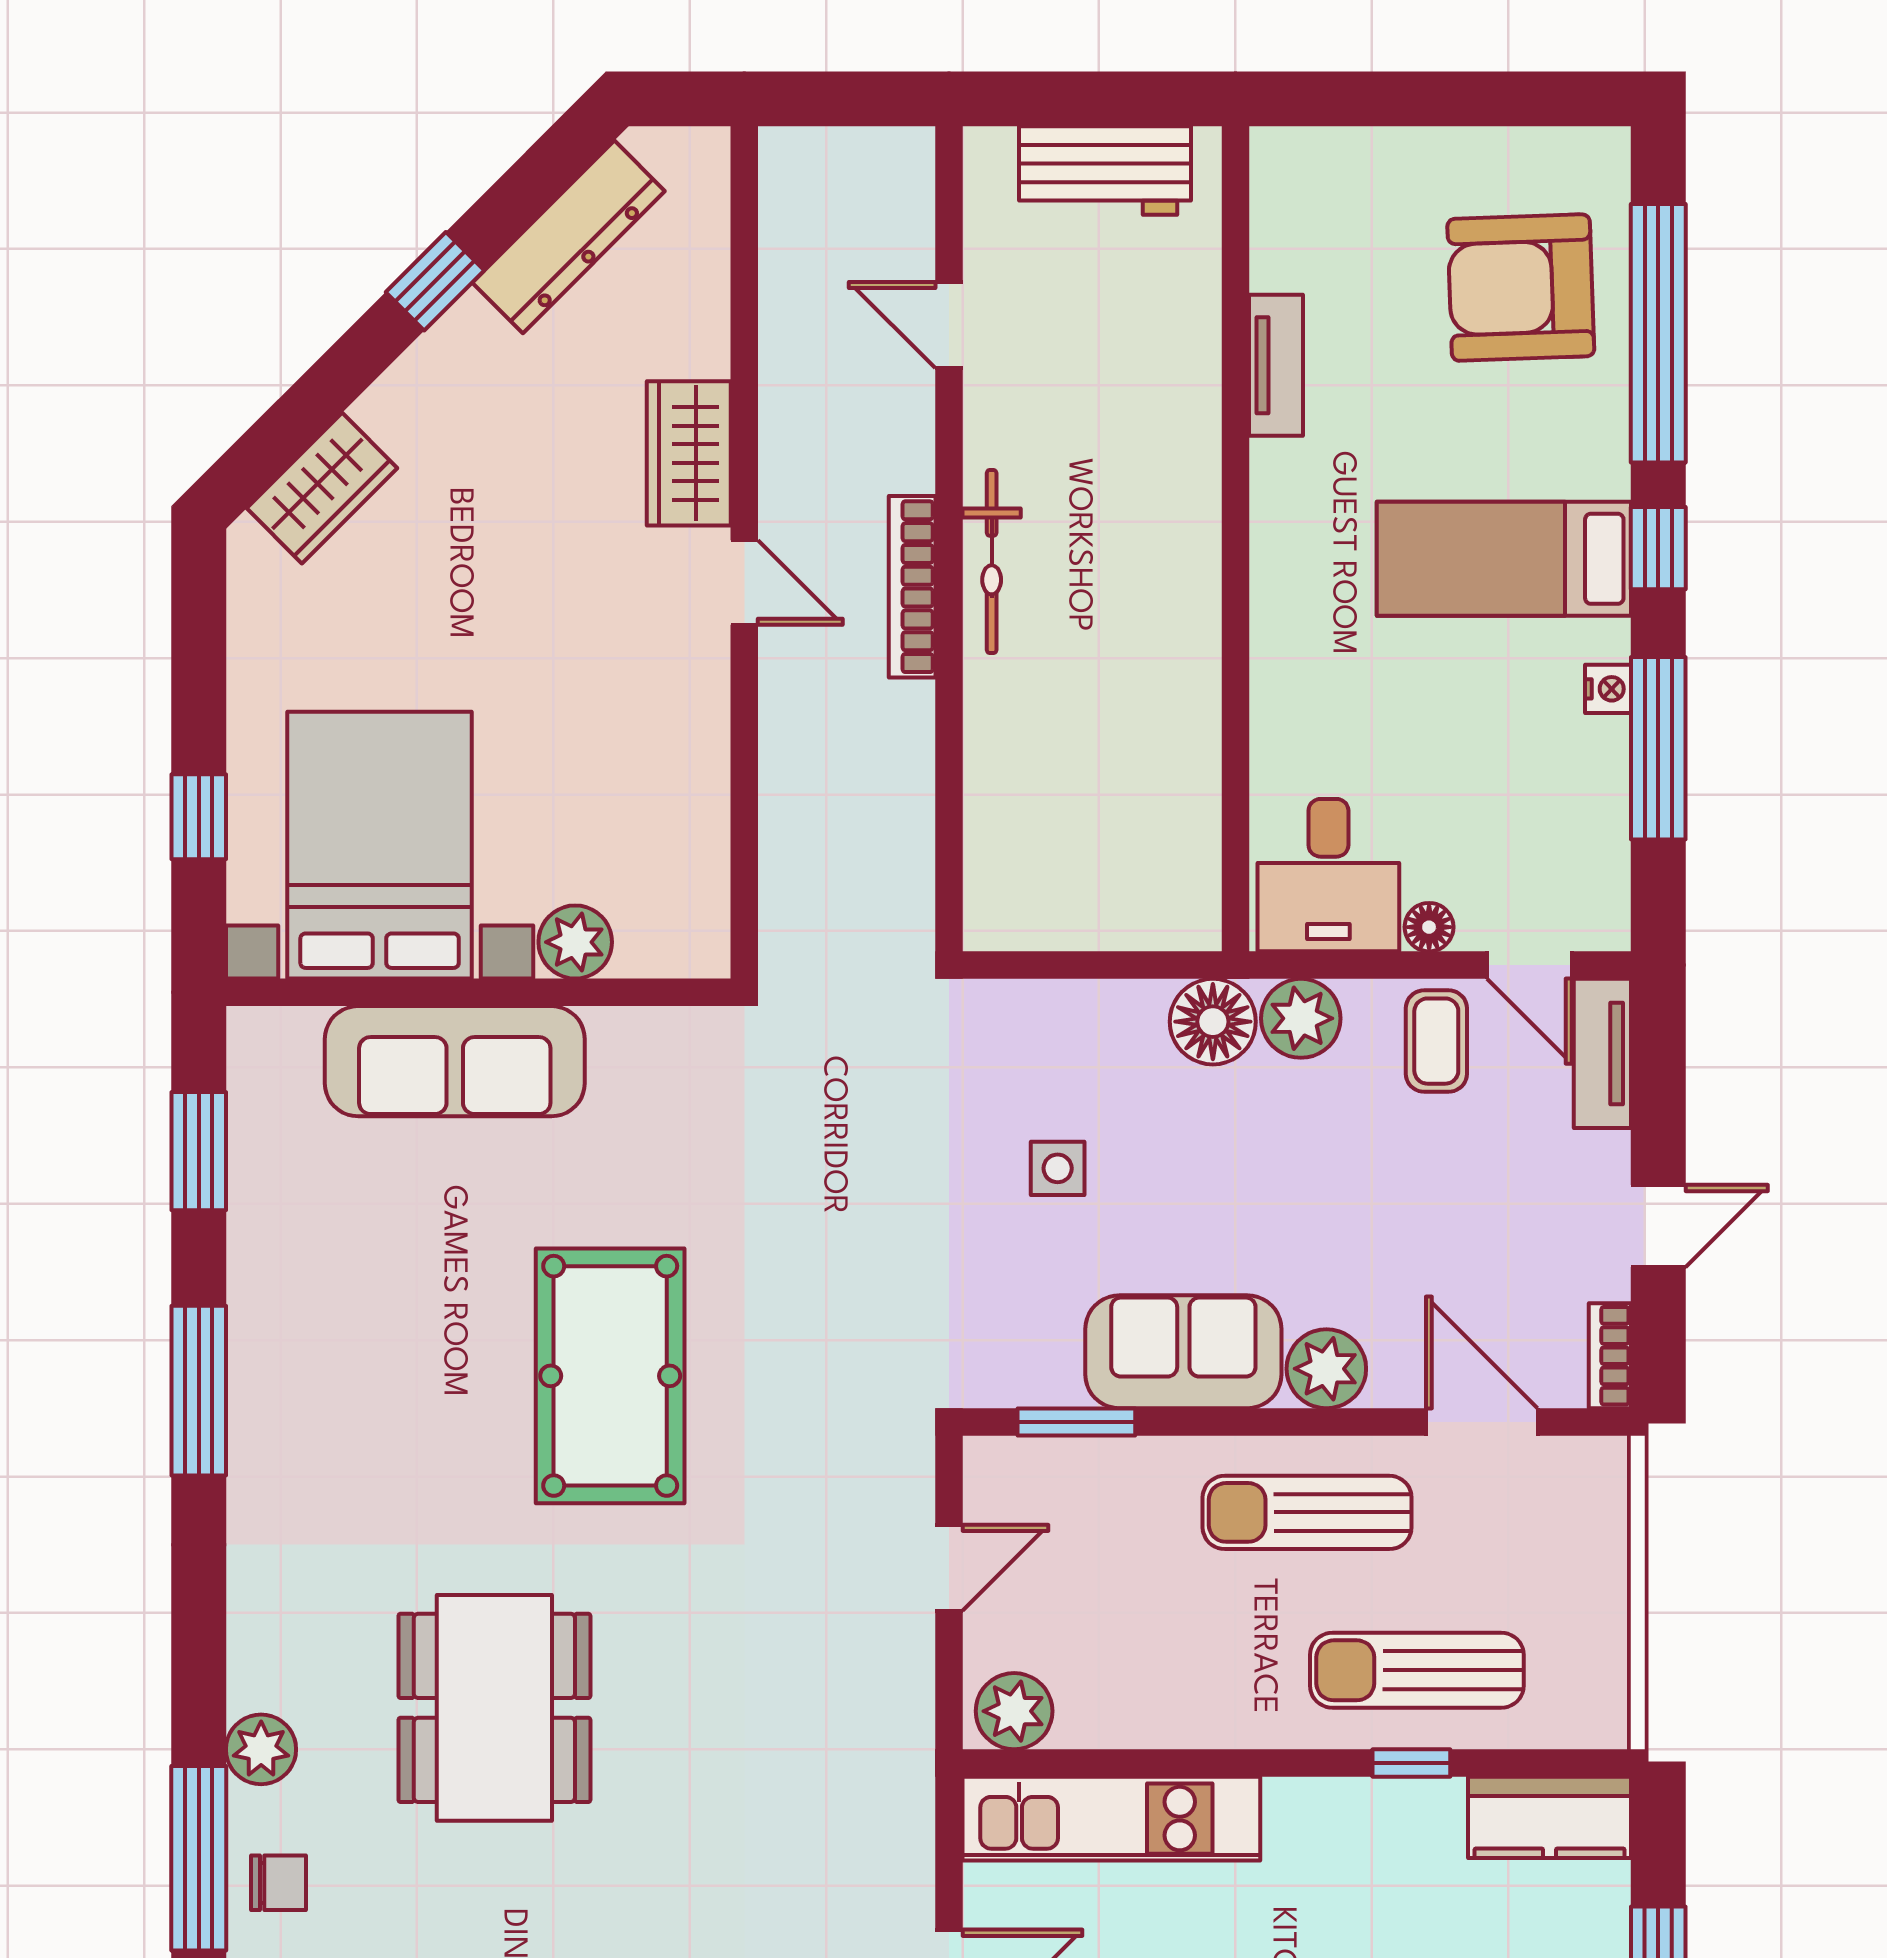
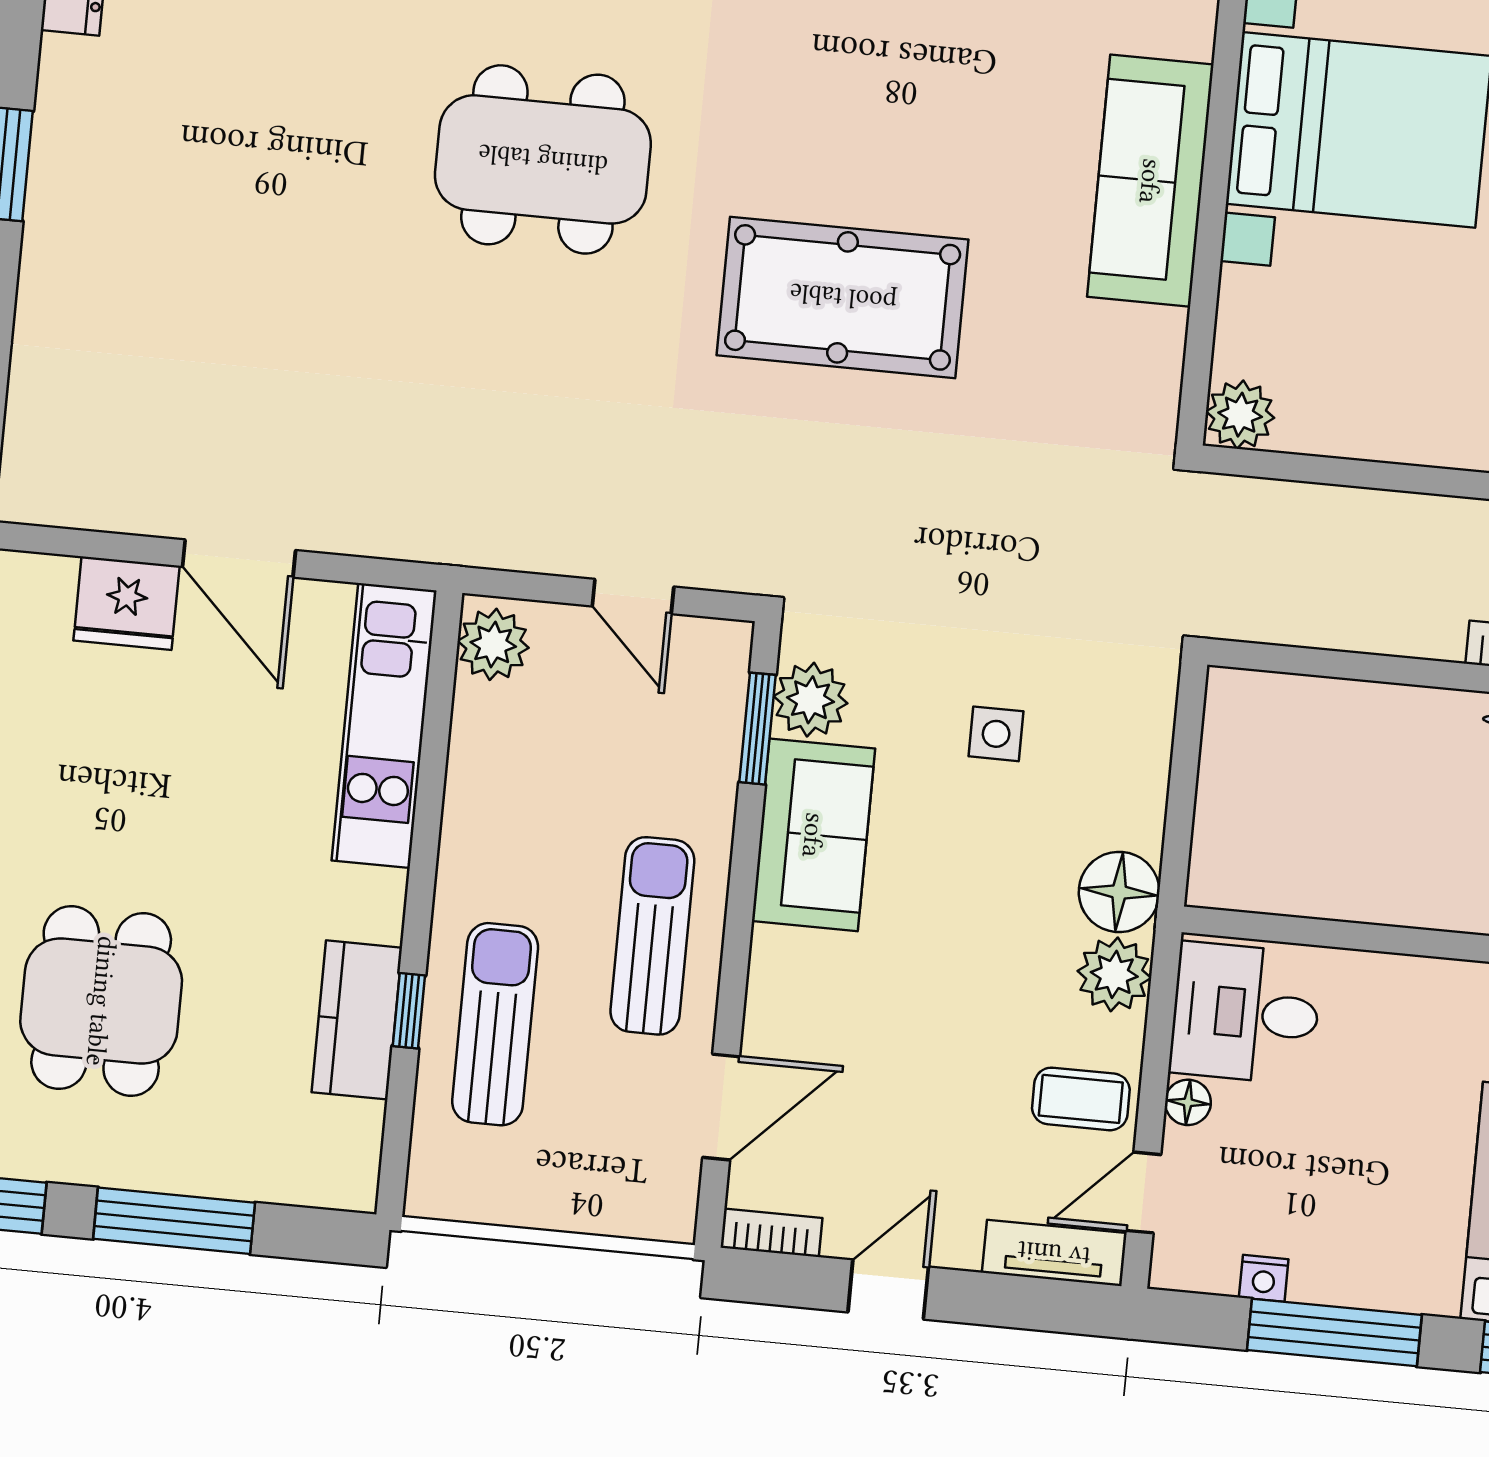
nightstand: (1608, 689) -> (1264, 1278), moved
plant: (575, 942) -> (1240, 415), moved
door: (1658, 1226) -> (888, 1290), swing flipped
plant: (1326, 1369) -> (811, 700), moved
kitchen counter: (1550, 1817) -> (357, 1020), moved

